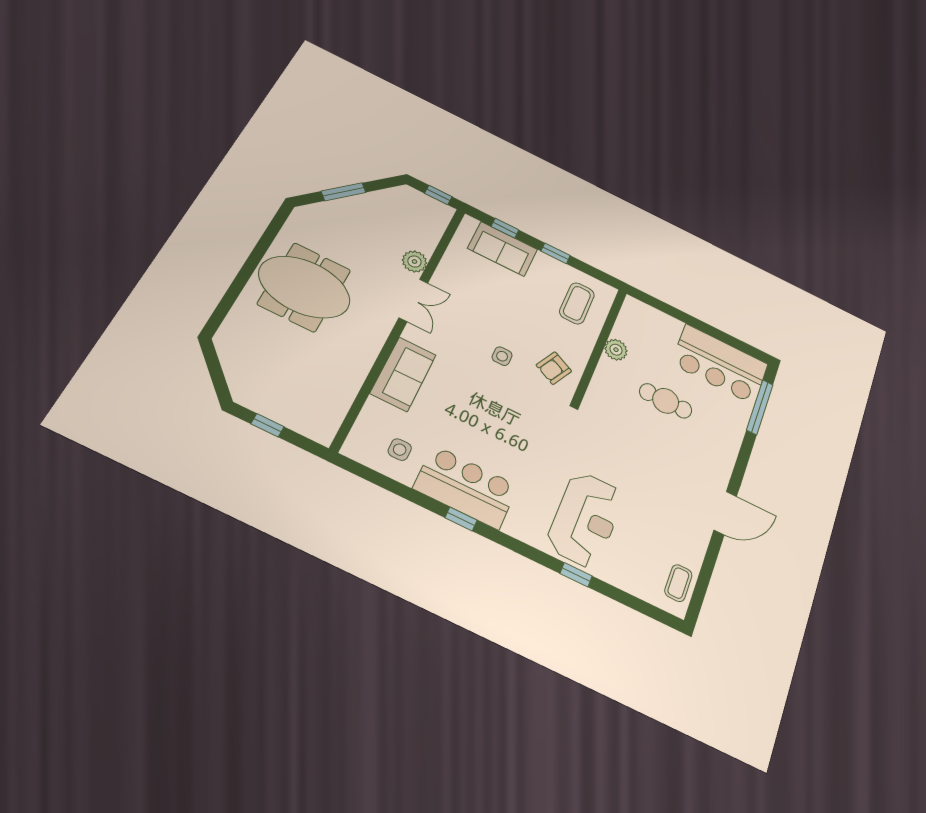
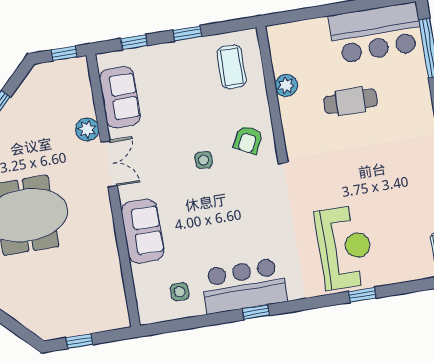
sofa: (503, 249) -> (120, 97), moved, turned -90

